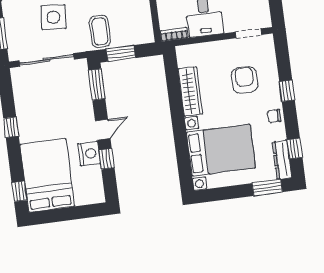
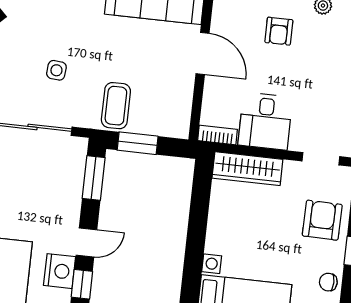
side table: (53, 17) -> (56, 70), width x0.54, depth x0.54
armchair: (245, 80) -> (322, 220), moved
wardrobe: (190, 91) -> (247, 169), moved, turned 90

